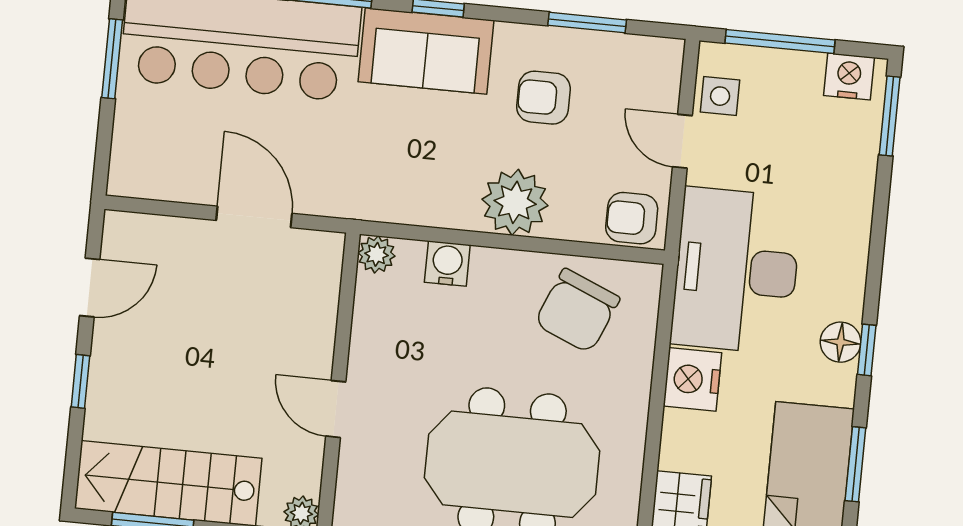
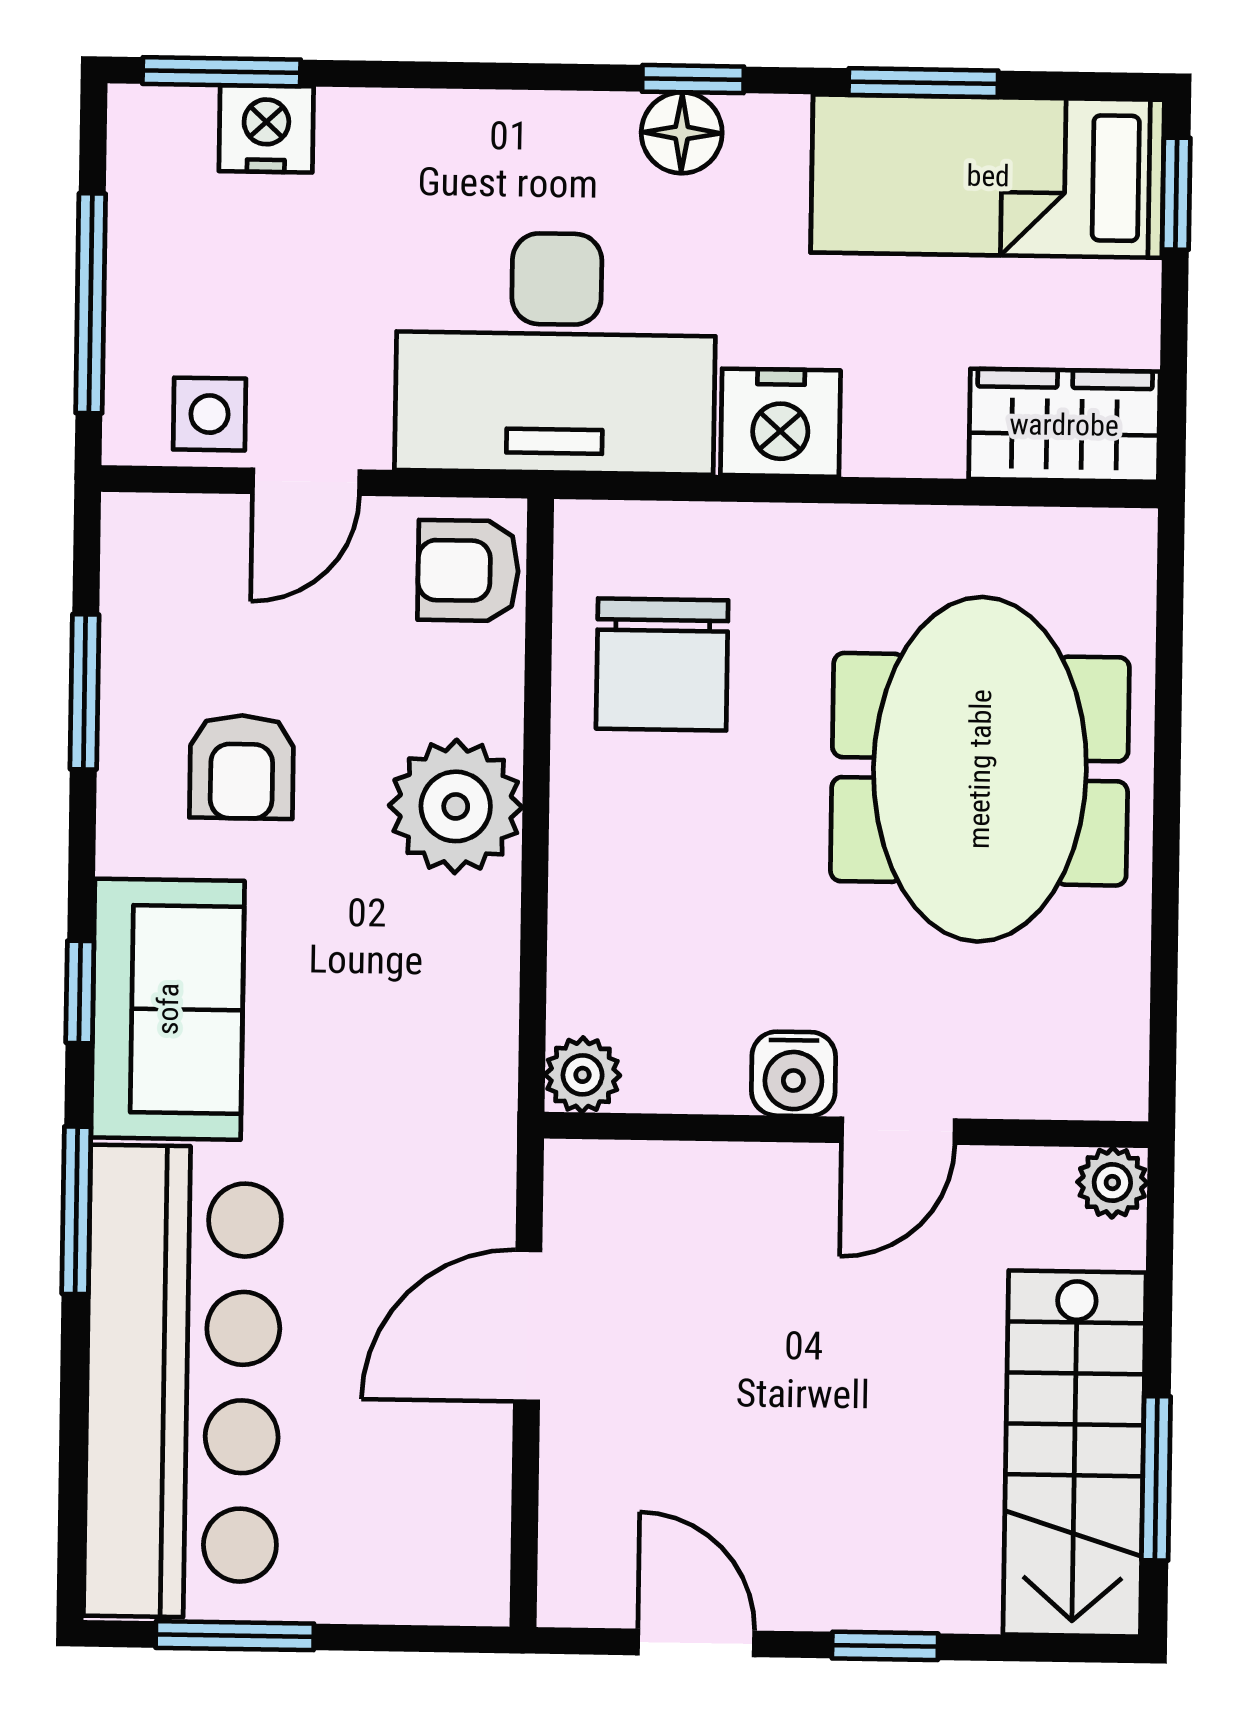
nightstand: (849, 76) -> (266, 129), moved, turned 90
armchair: (632, 218) -> (468, 571), turned 90
water cooler: (447, 264) -> (794, 1074), moved, turned -90
chair: (577, 311) -> (662, 664), turned 67

